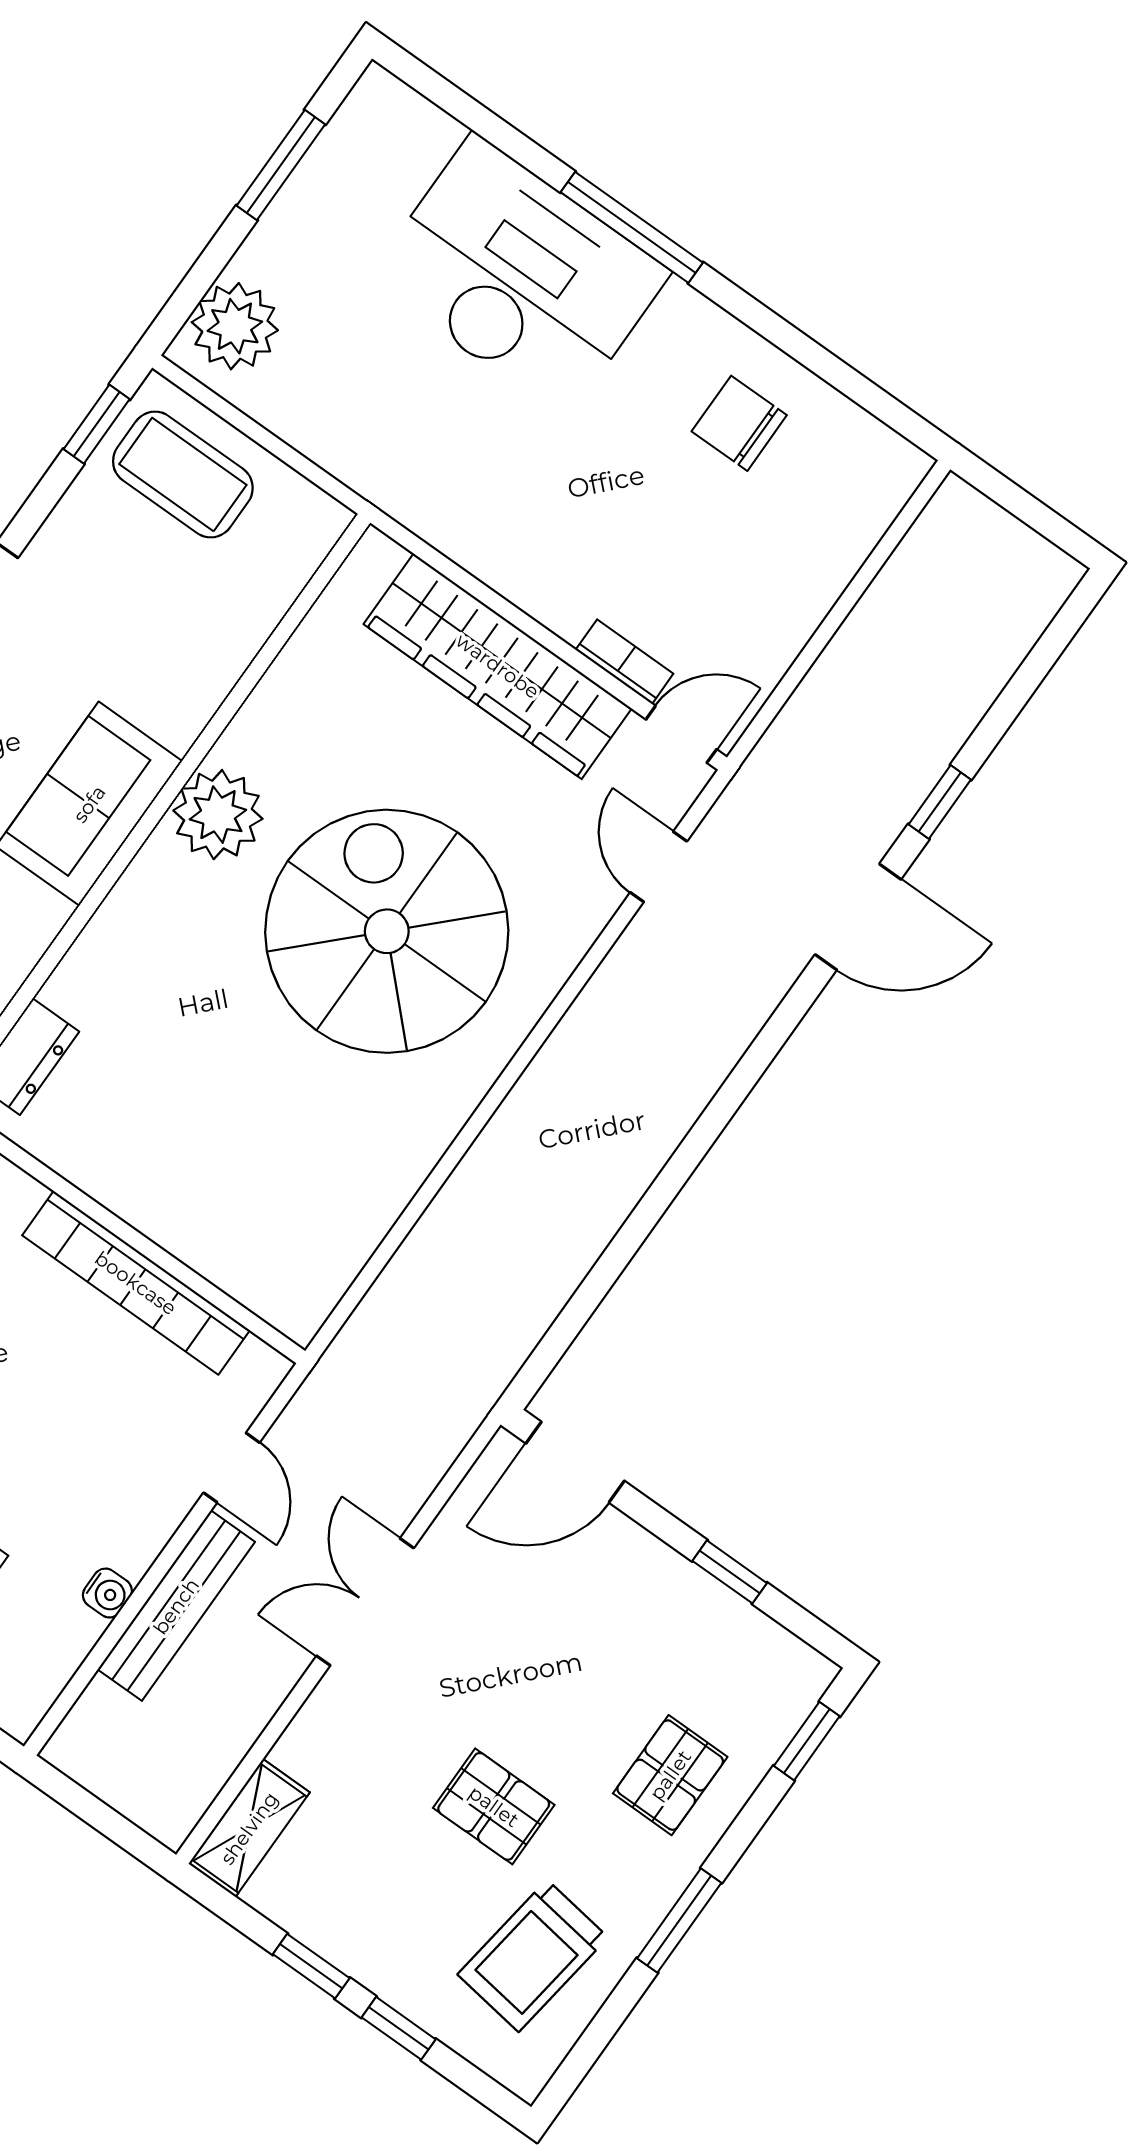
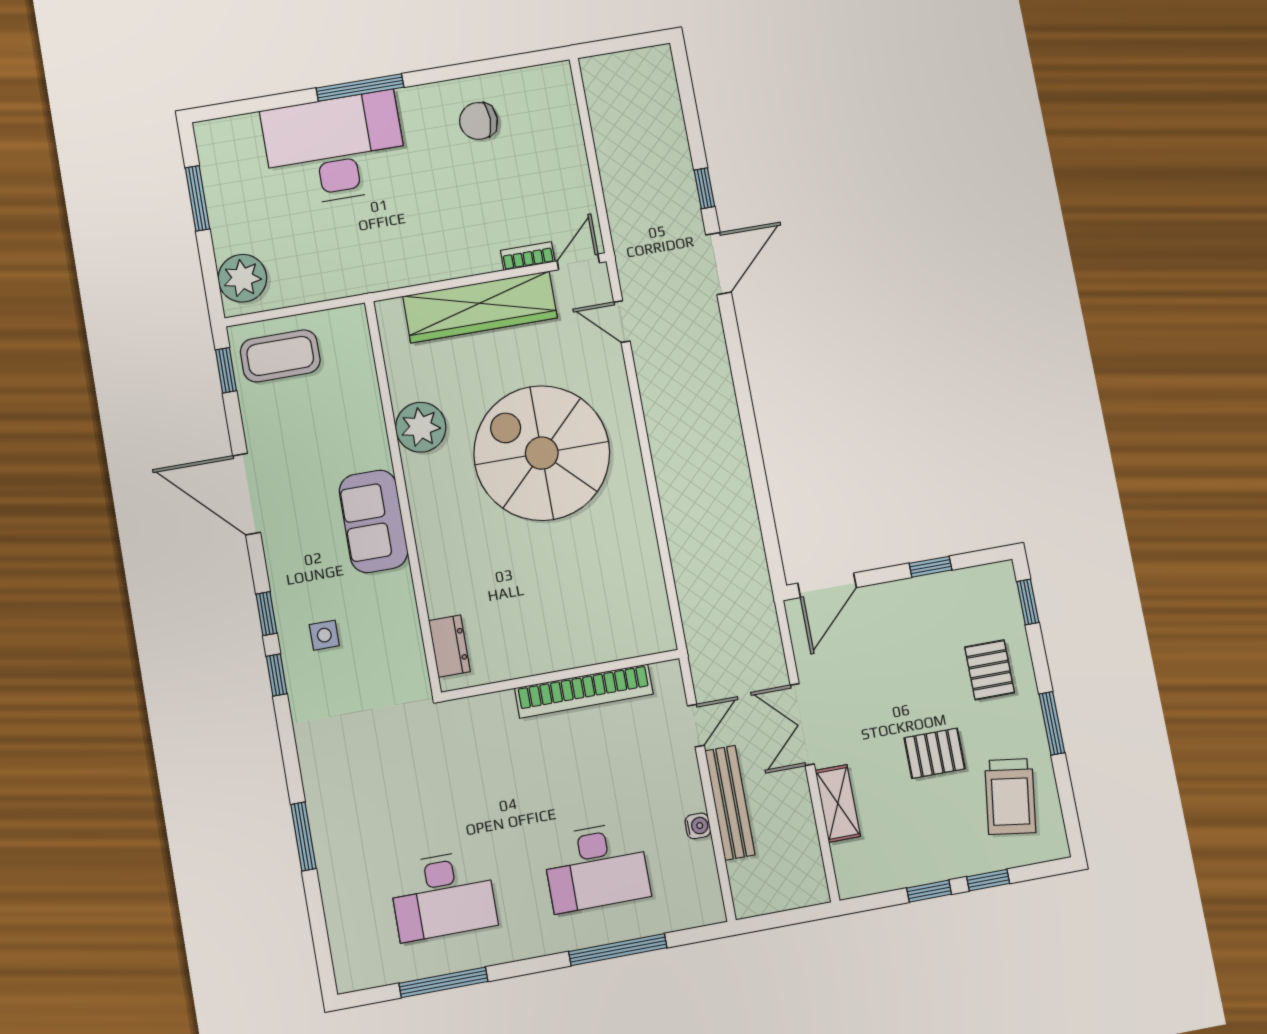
plant: (218, 815) -> (421, 427), moved
door: (232, 1468) -> (696, 726), hinge flipped
shelving: (249, 1828) -> (838, 803), moved

